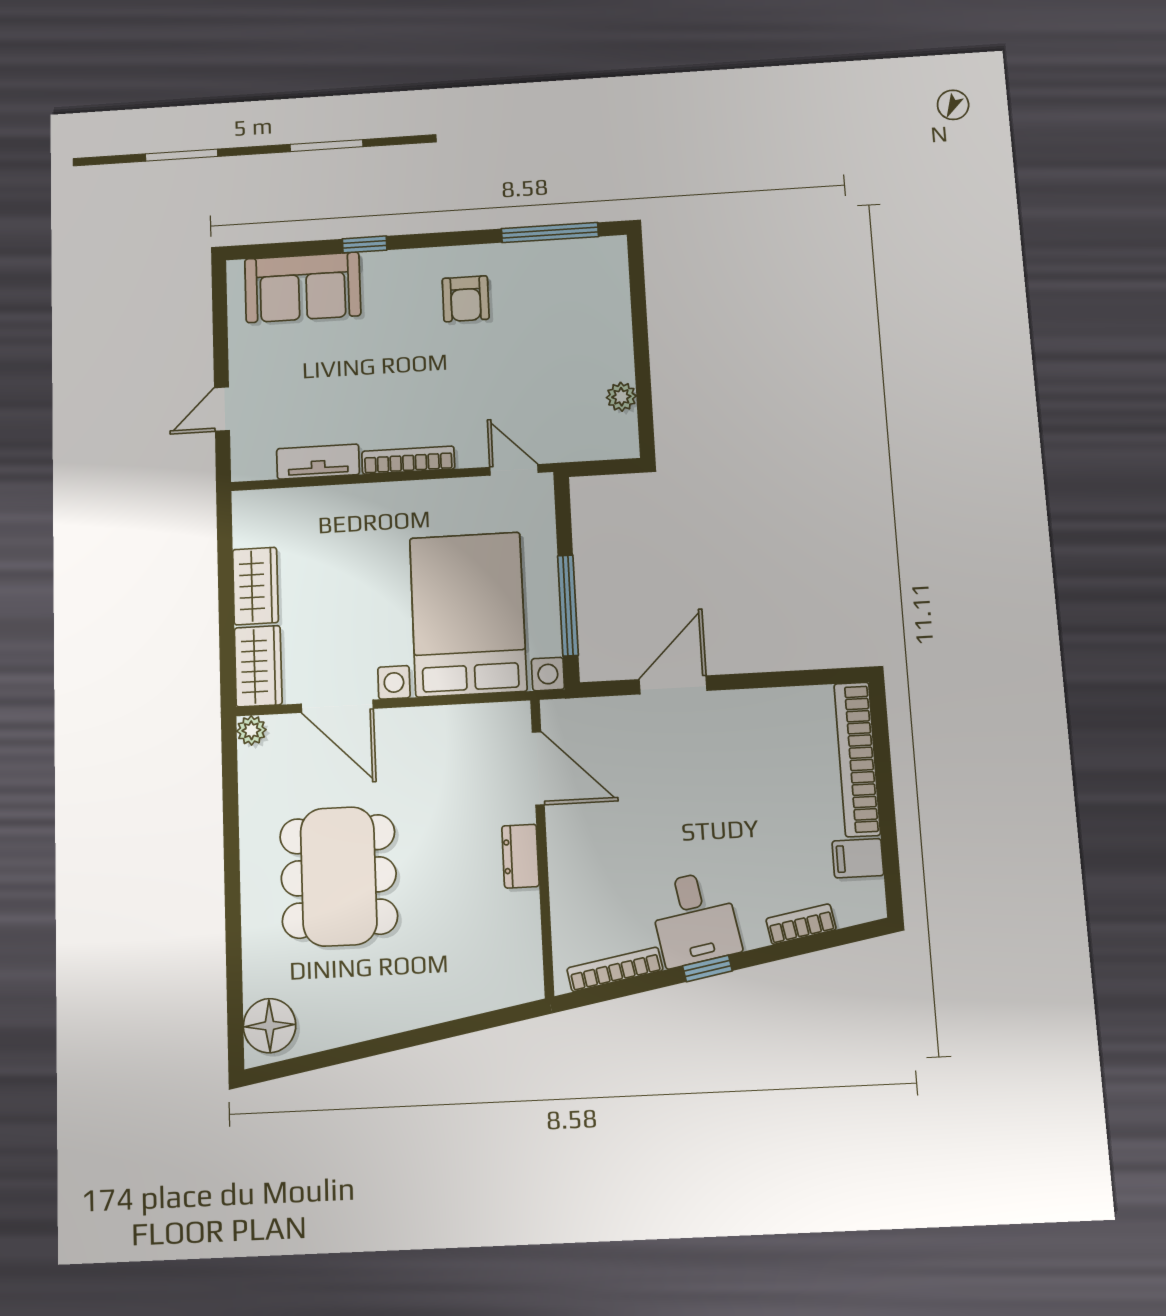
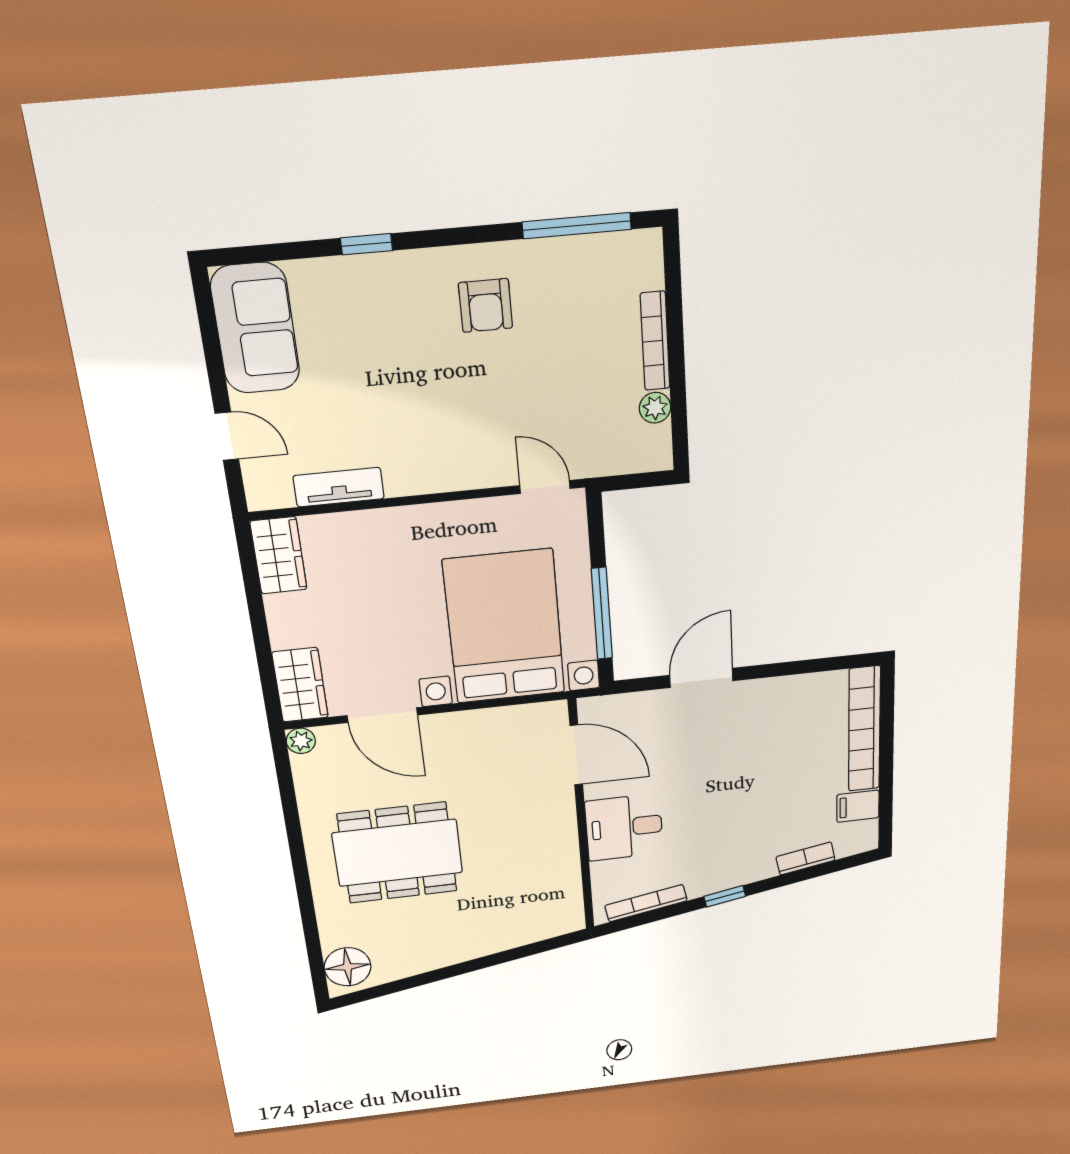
sofa: (303, 287) -> (255, 328), moved, turned -90
door: (222, 409) -> (227, 436), swing flipped
bookcase: (408, 460) -> (655, 341), moved, turned -90
wardrobe: (255, 586) -> (279, 555), moved
dresser: (520, 856) -> (562, 826), removed
dining table: (339, 876) -> (398, 853), turned 90
desk: (695, 918) -> (624, 827), moved, turned 100

